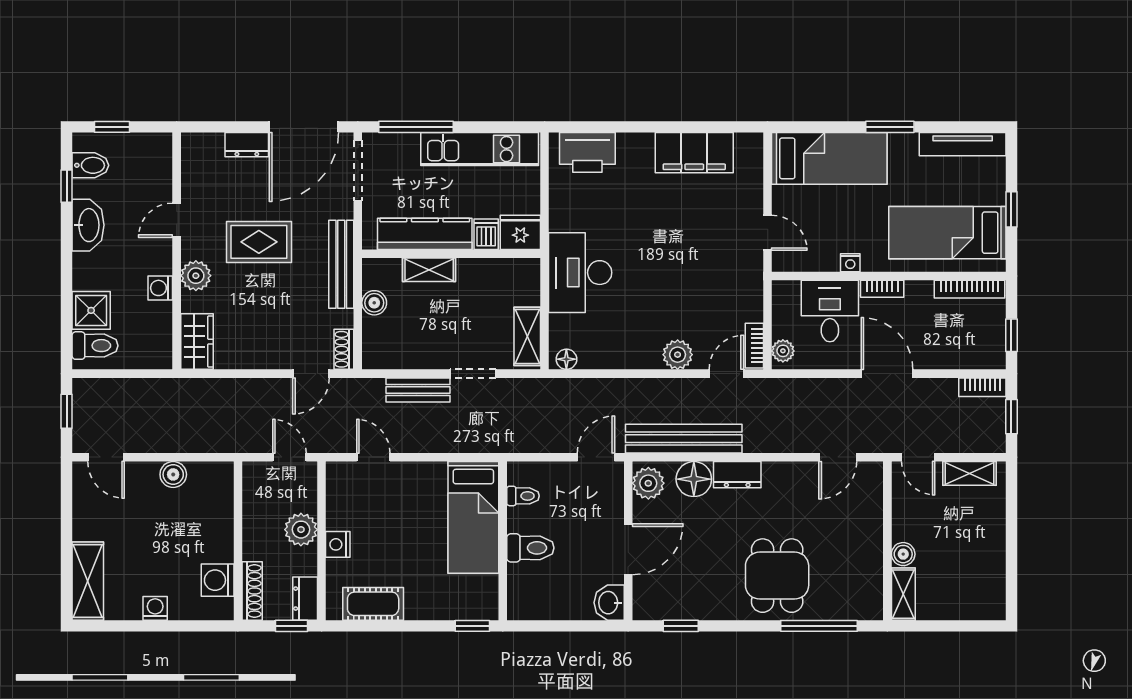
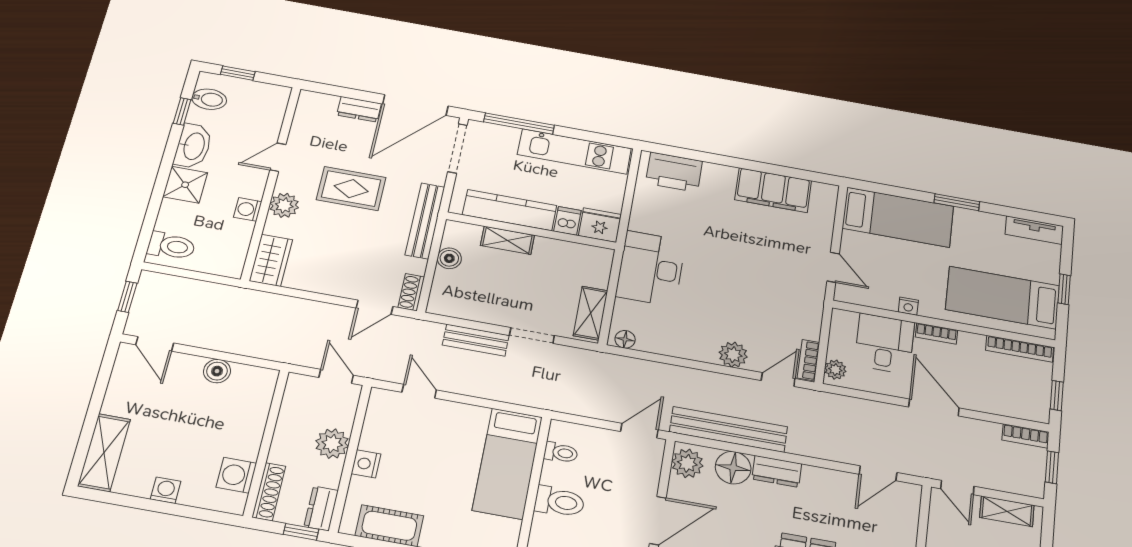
tv unit: (963, 144) -> (1034, 230), width x0.71
shower: (91, 310) -> (185, 185), moved

